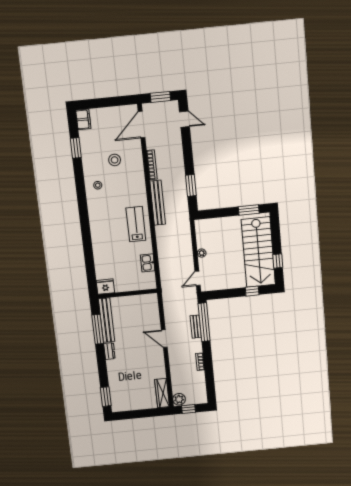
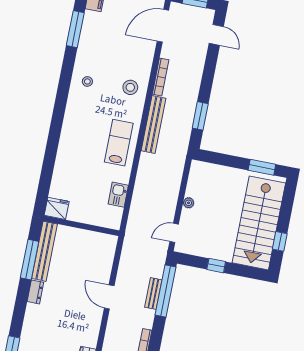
window: (76, 148) -> (75, 29), width x1.44
stool: (115, 160) -> (130, 87), moved
window: (252, 291) -> (216, 266), moved

